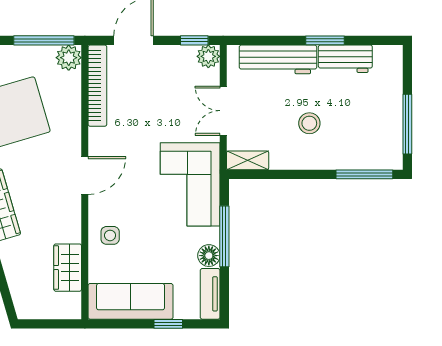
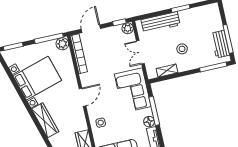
workbench: (345, 59) -> (220, 44), moved, turned 90
shelving: (248, 160) -> (167, 71), moved

